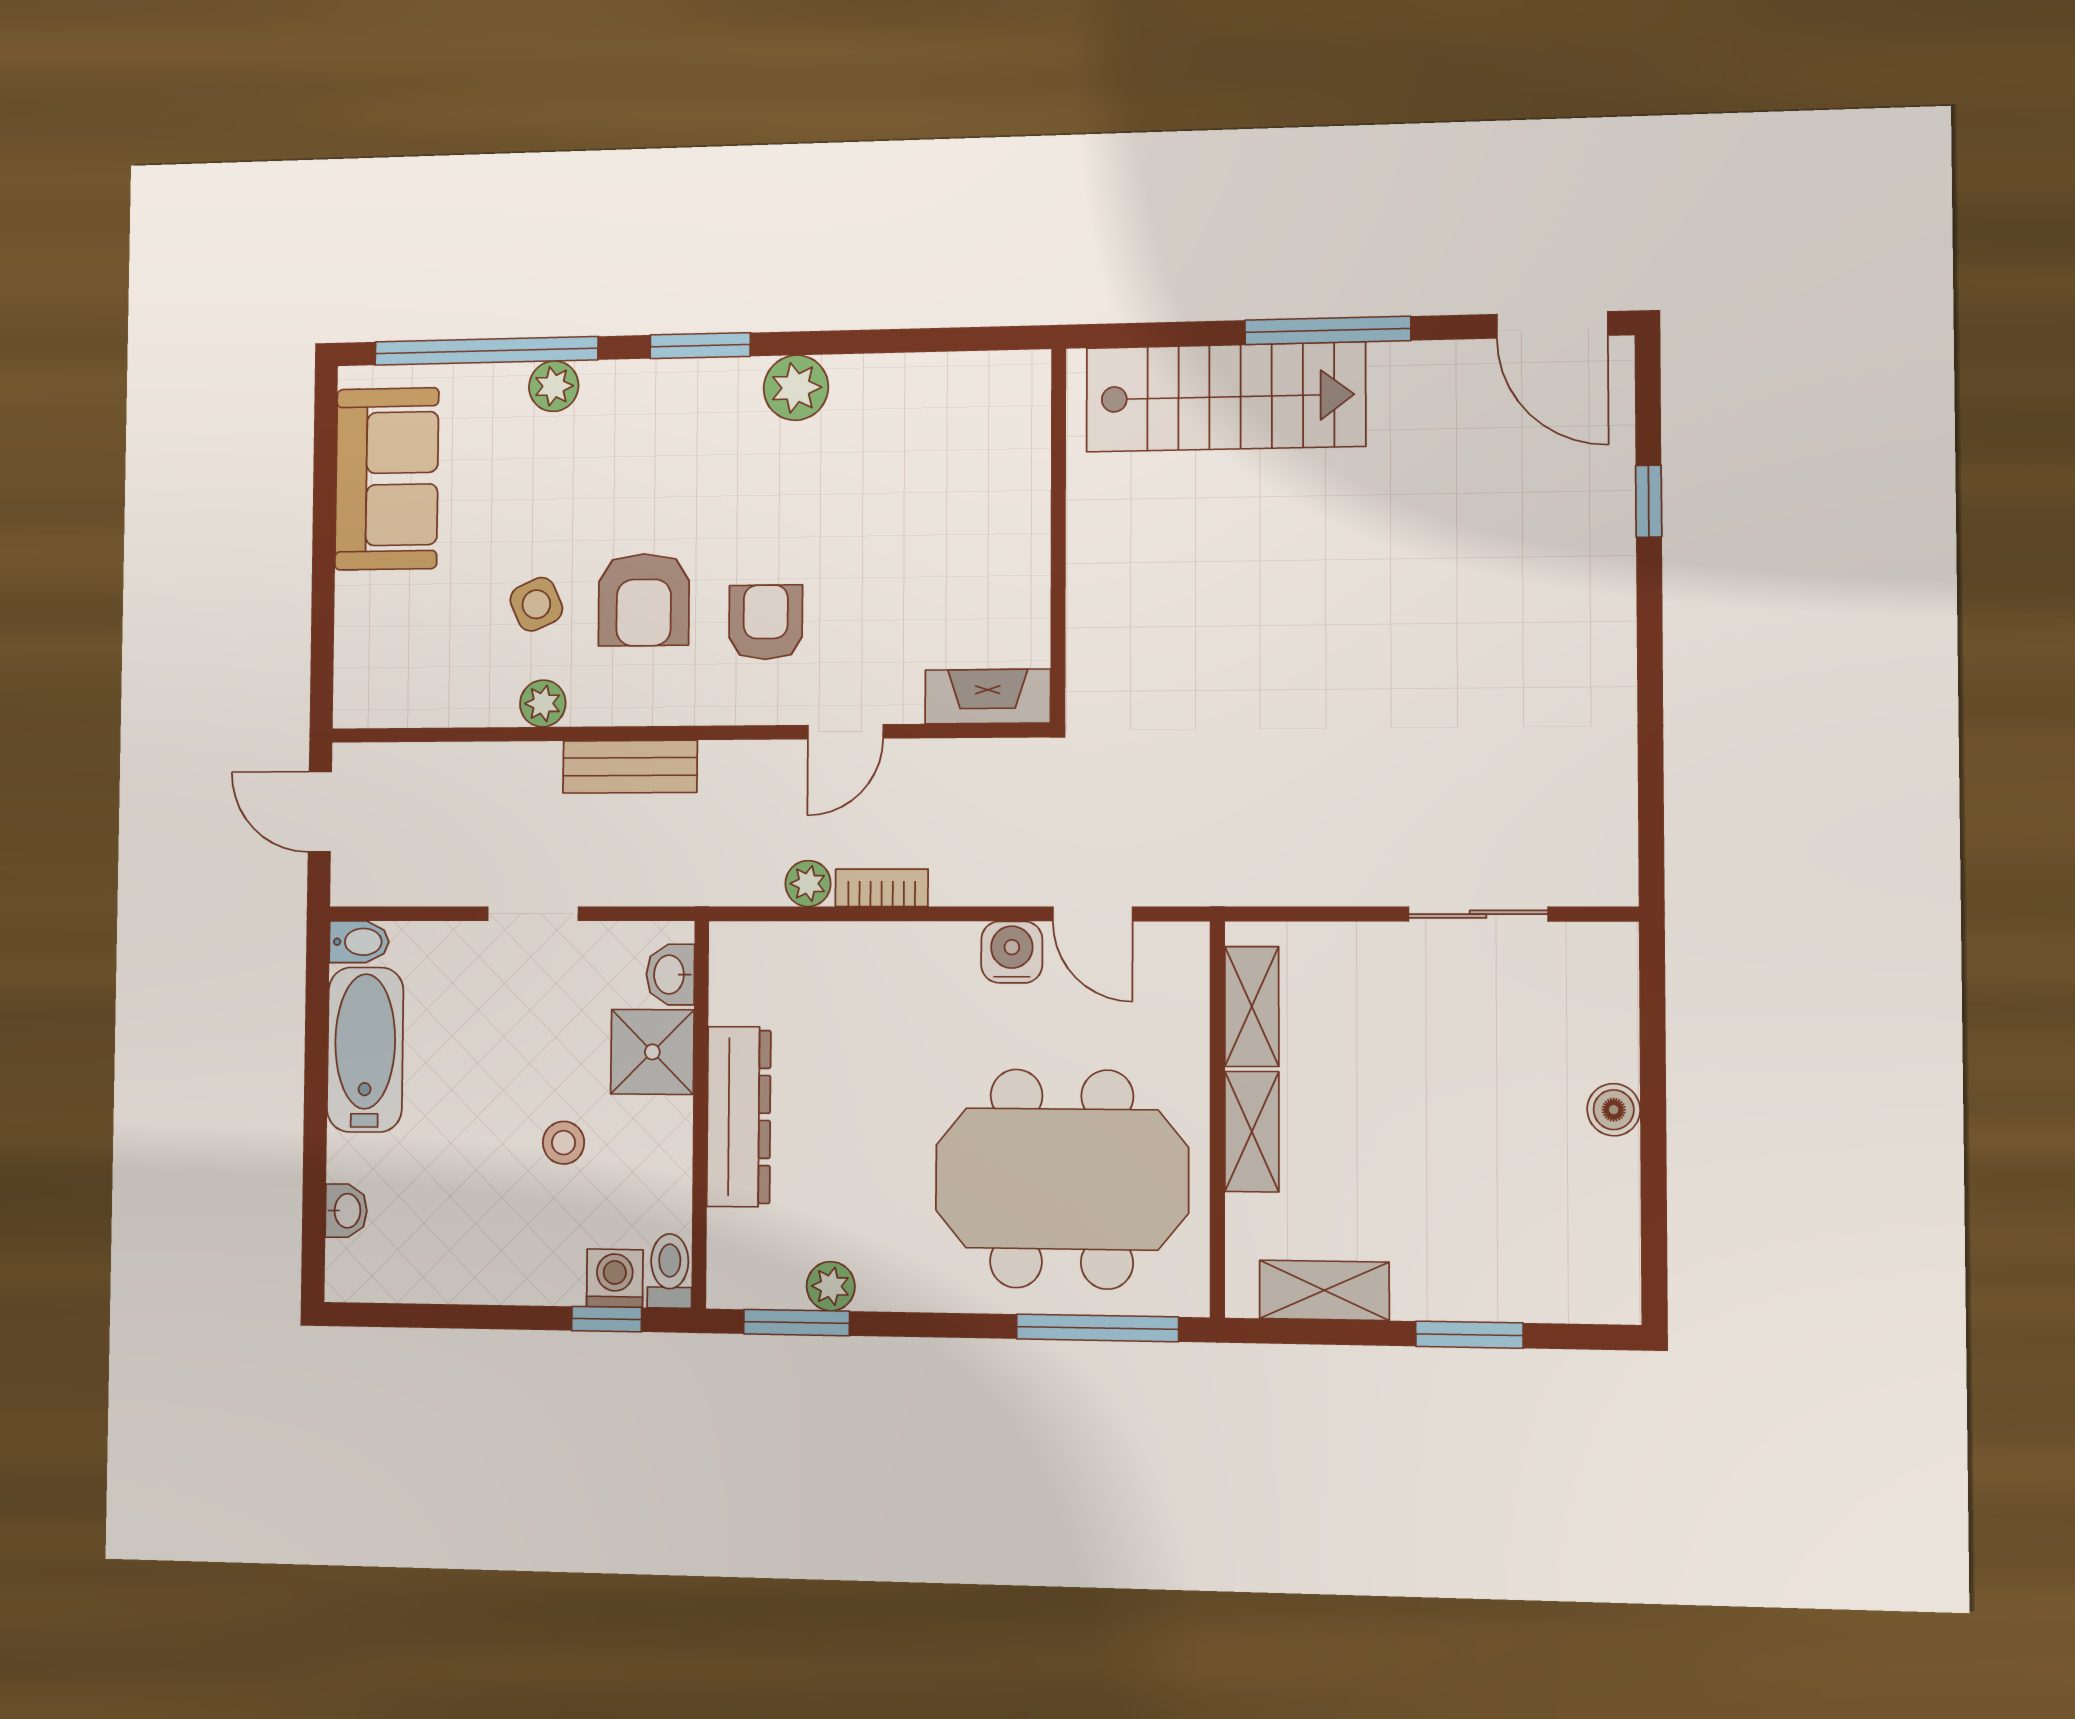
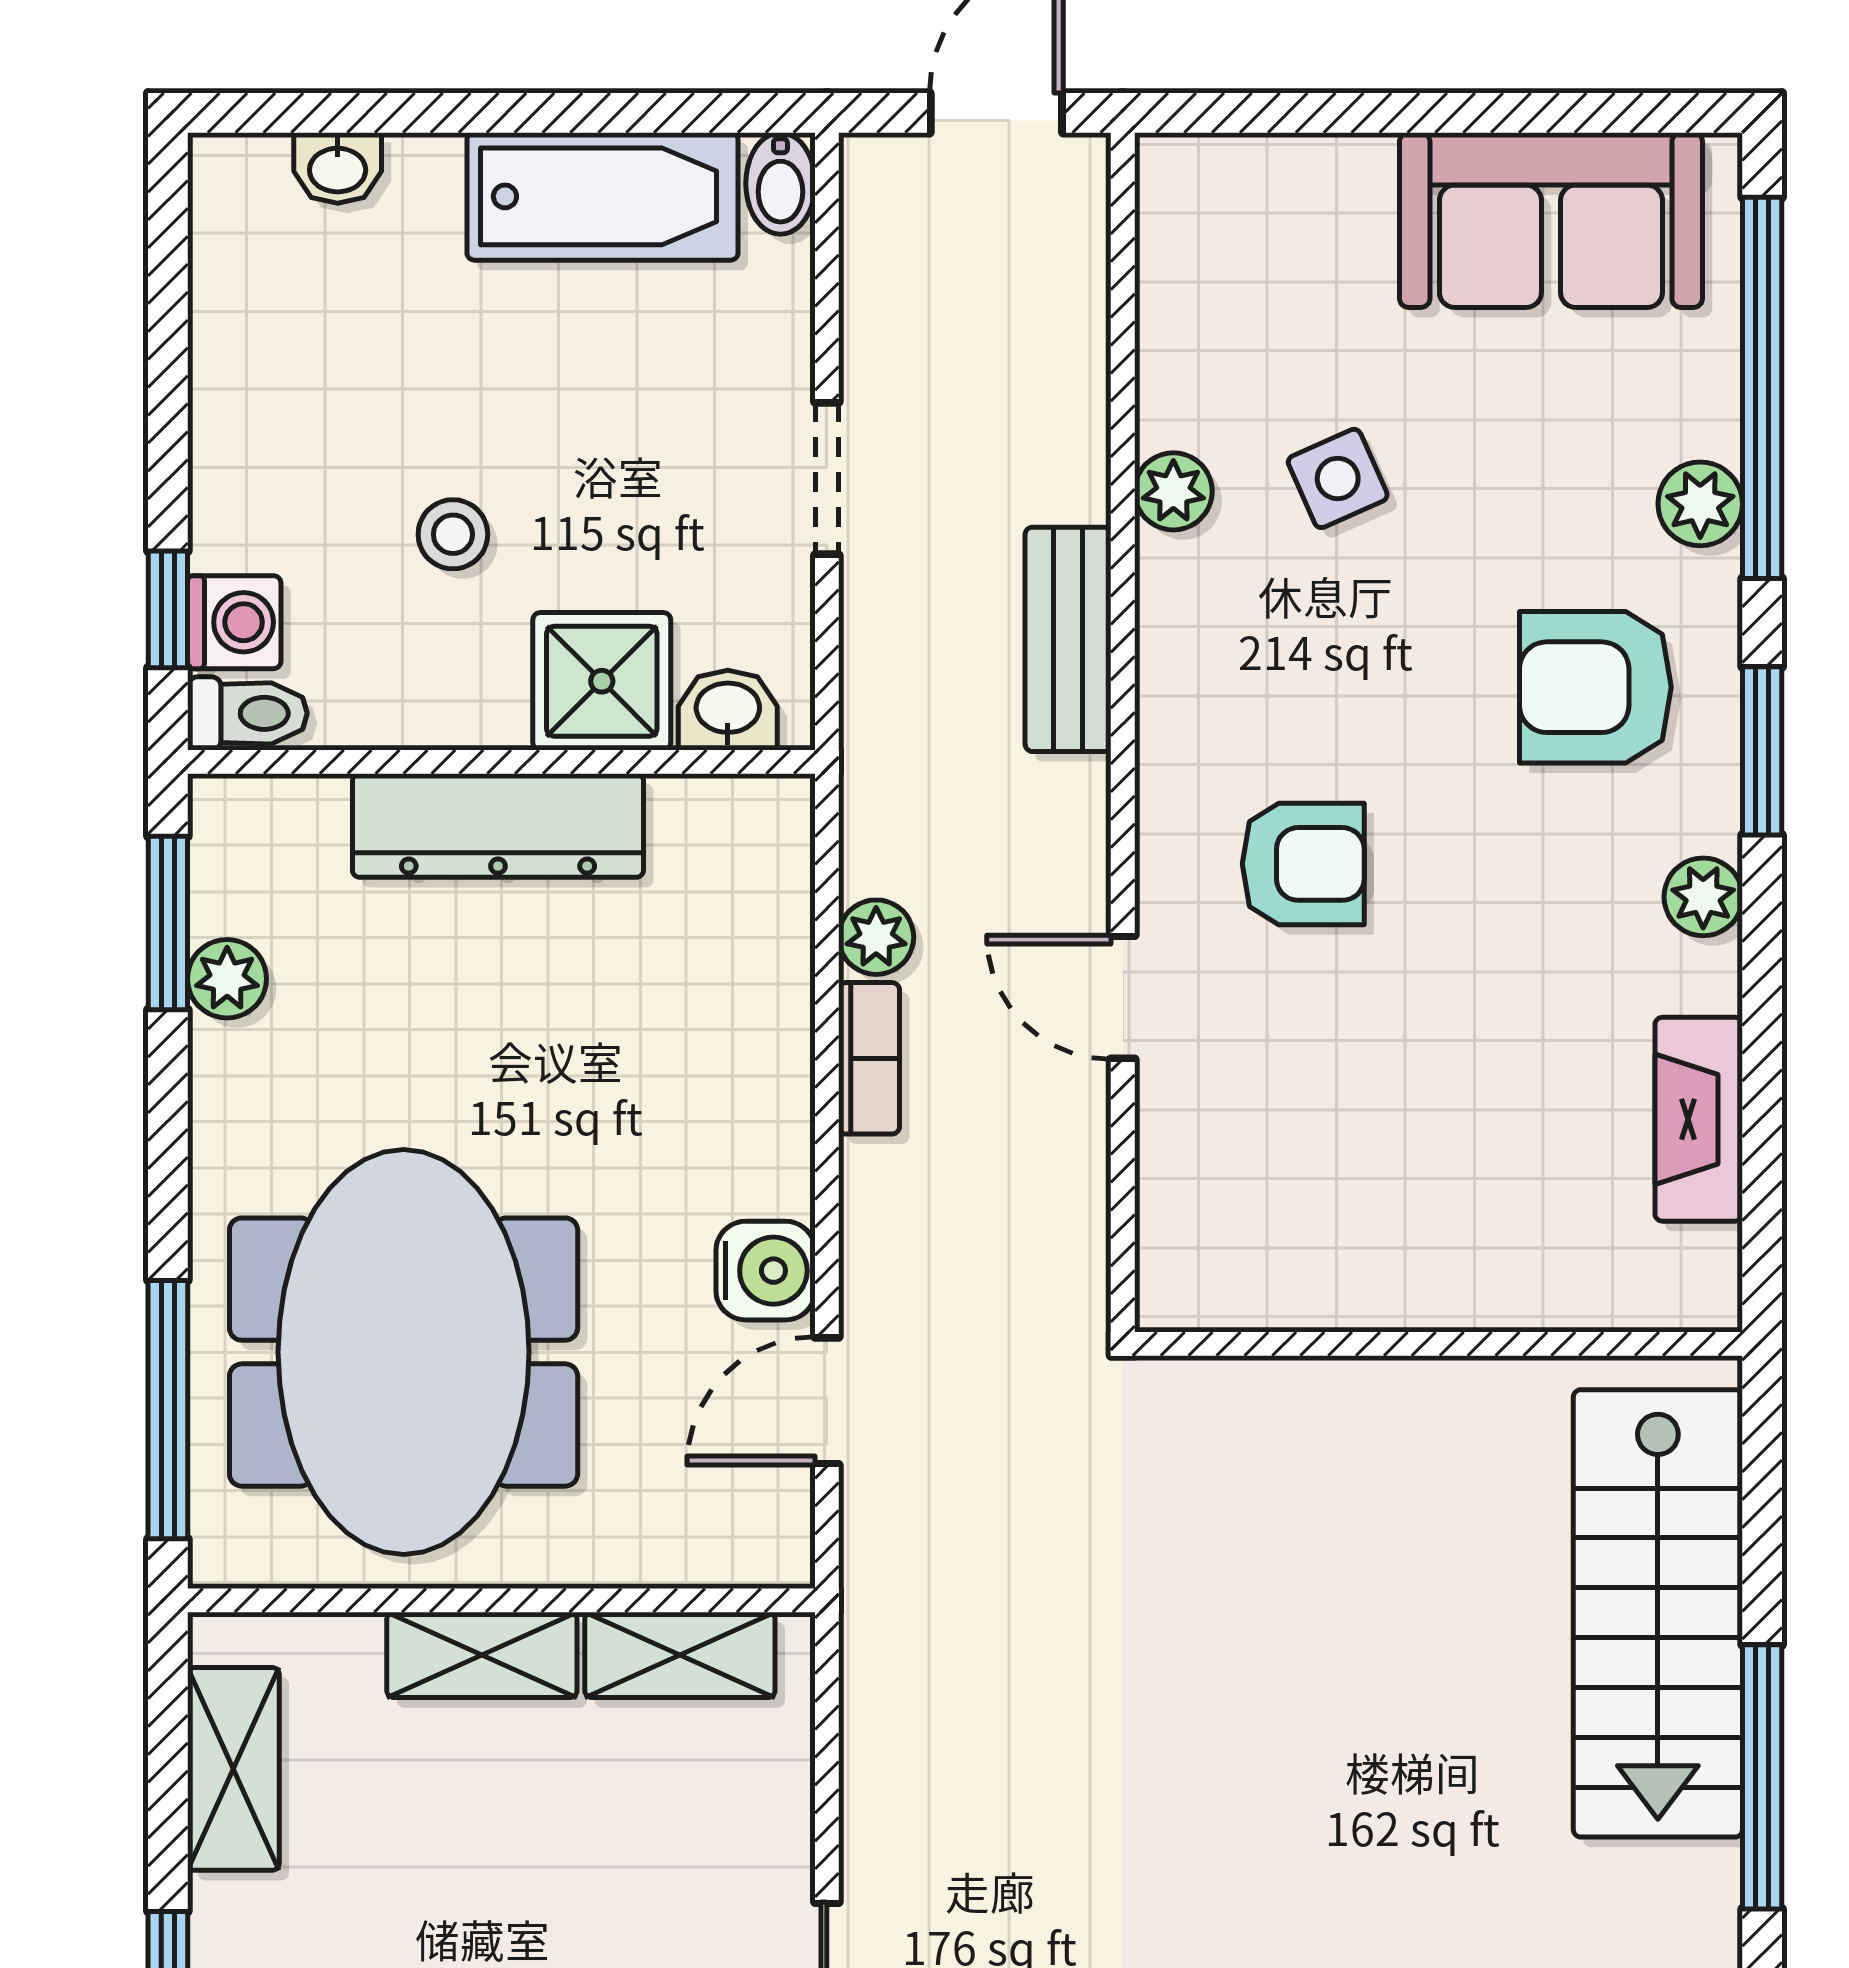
plant: (796, 388) -> (1703, 897), width x0.73, depth x0.73
armchair: (644, 600) -> (1595, 687), moved
fireplace: (988, 696) -> (1699, 1119), moved, turned 180

